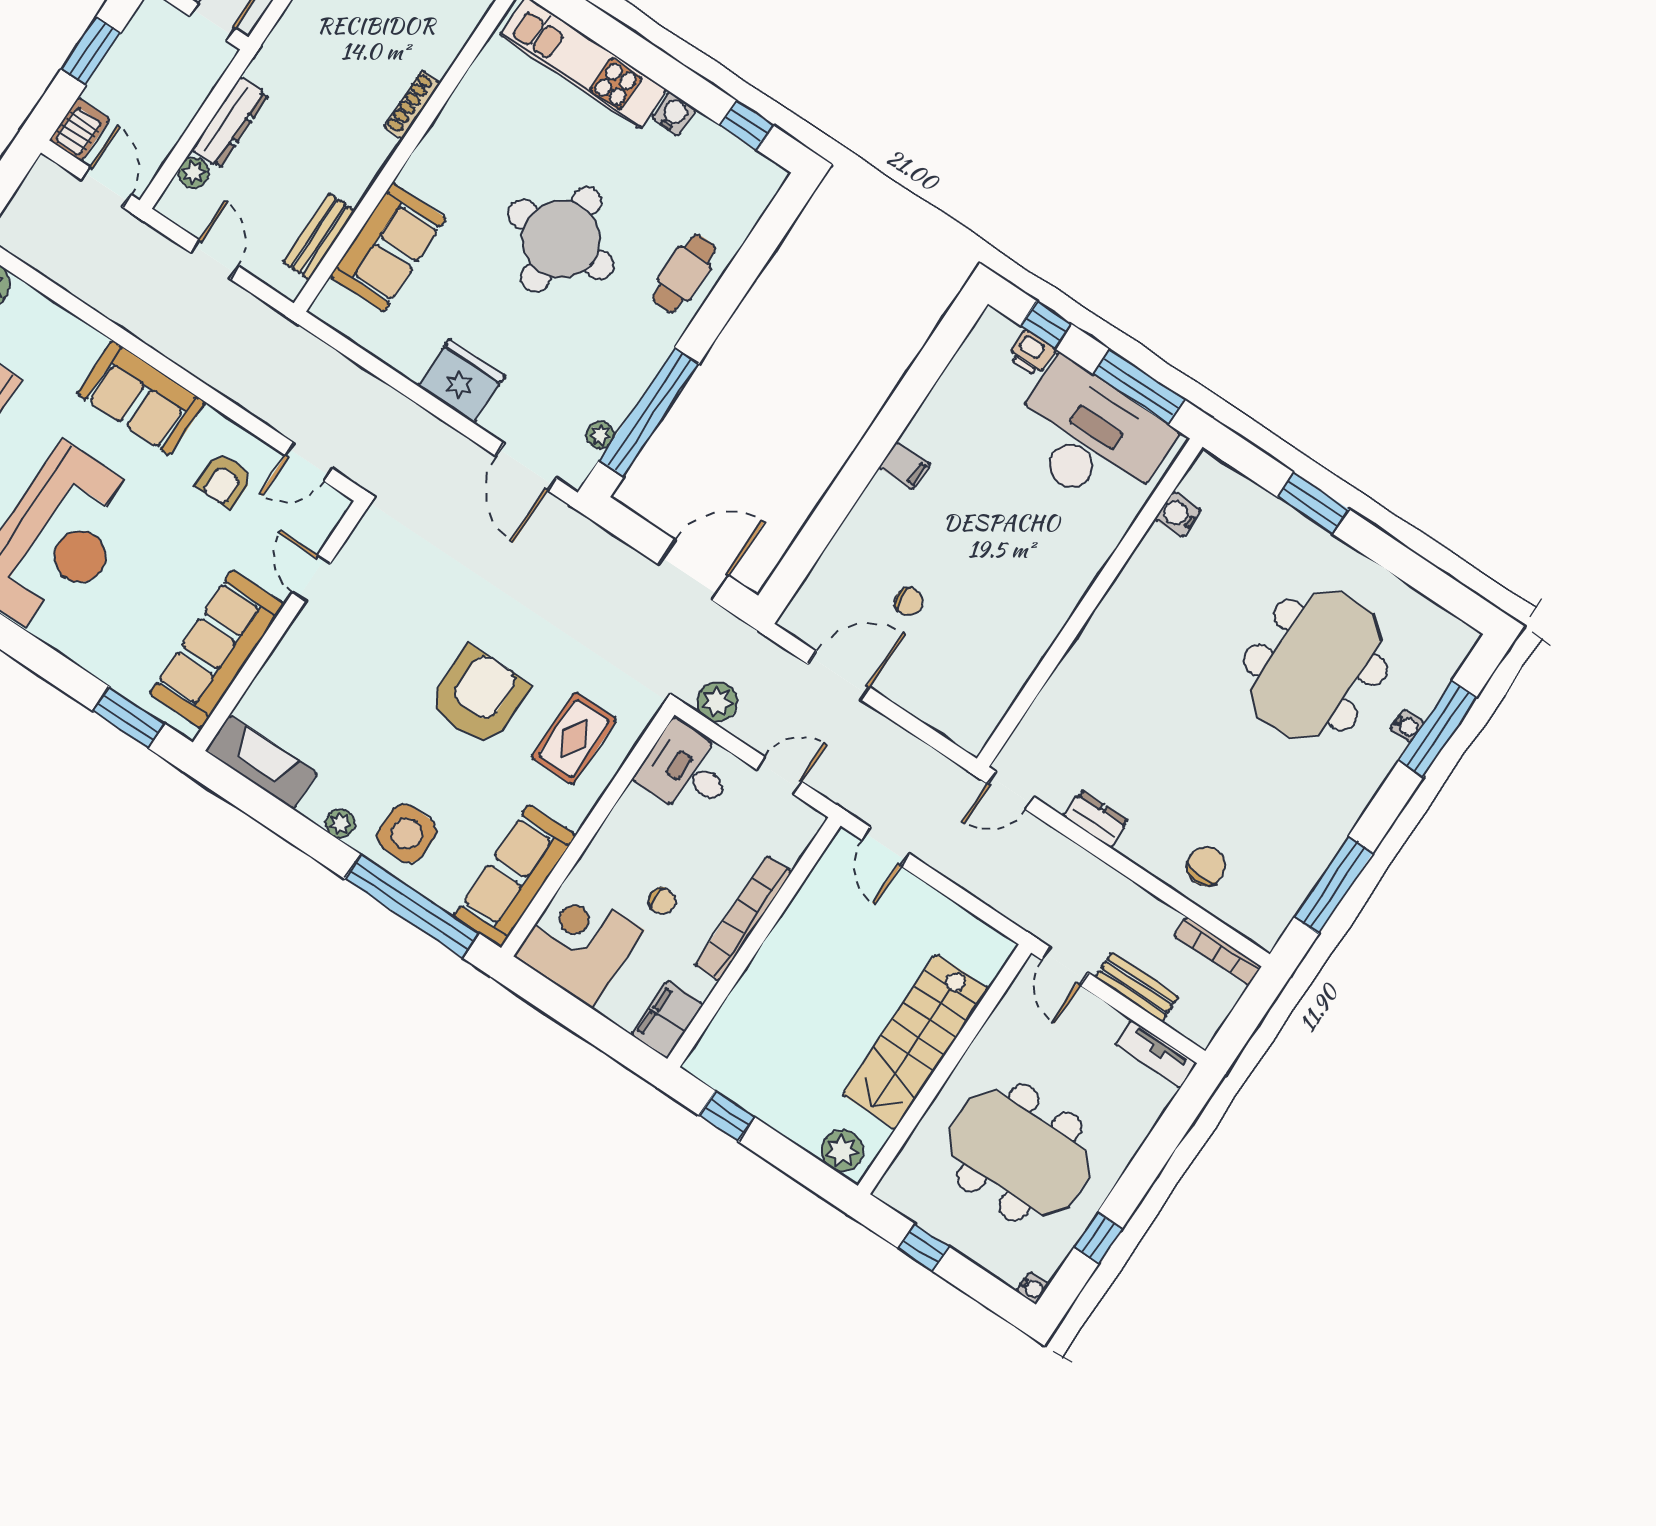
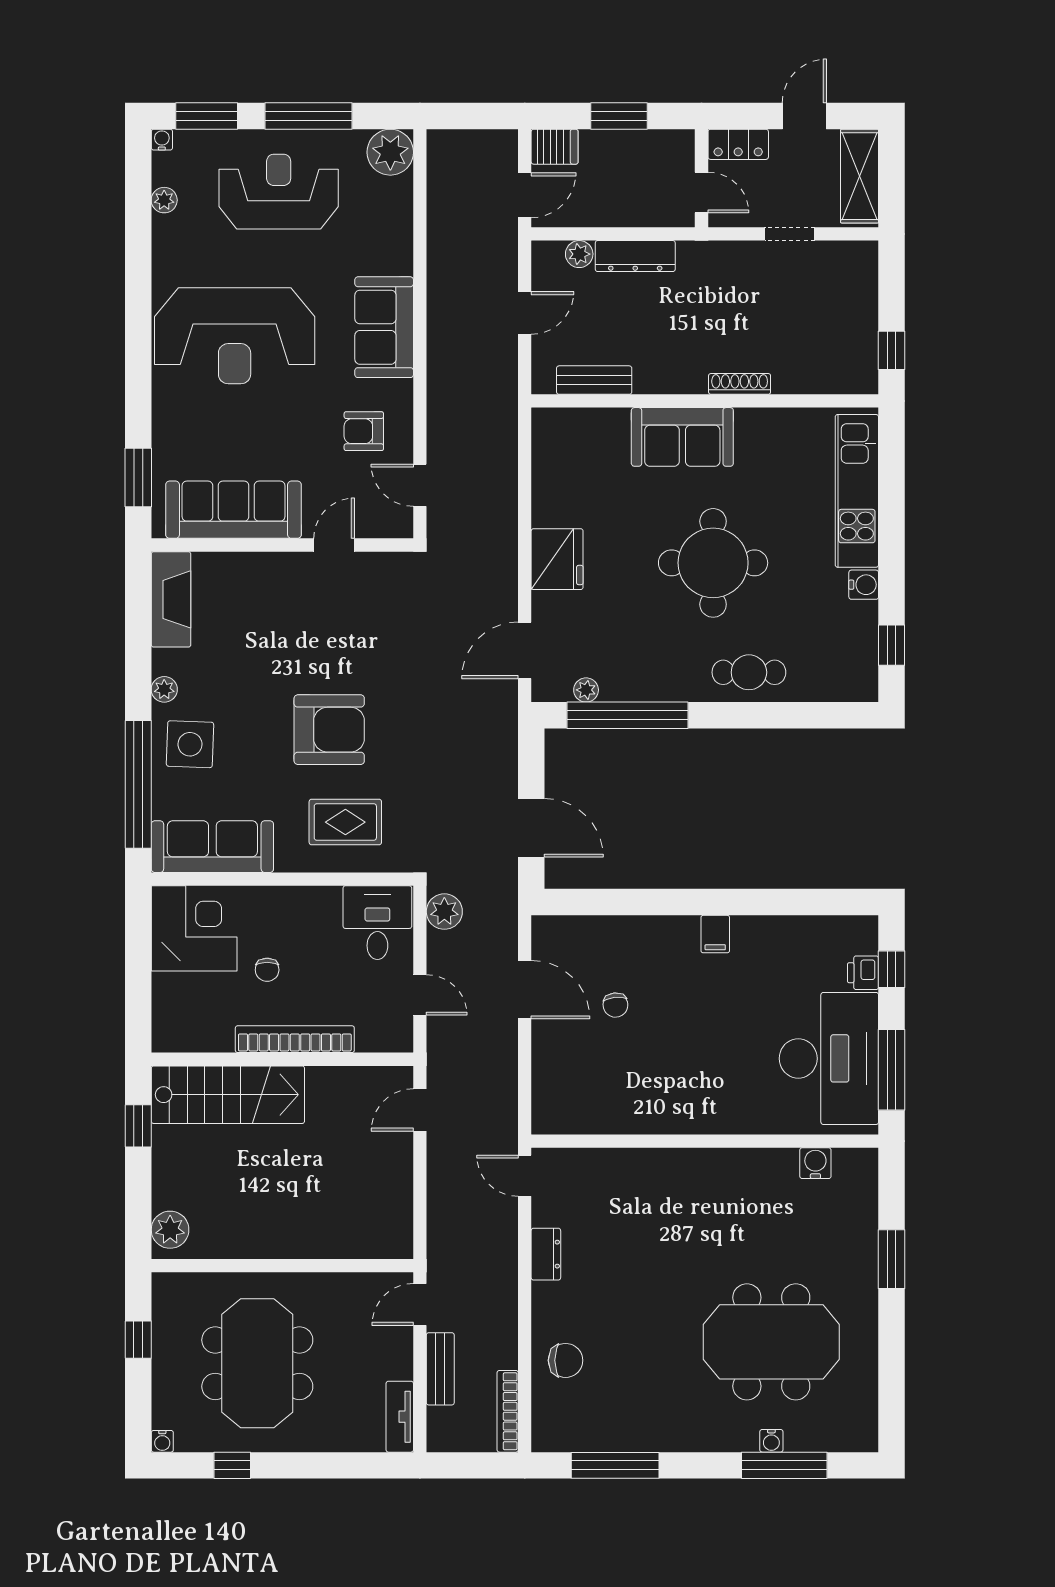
sofa: (388, 247) -> (682, 437), moved
filing cabinet: (667, 1019) -> (181, 1033), removed
stairs: (916, 1042) -> (228, 1095), moved, turned 180

